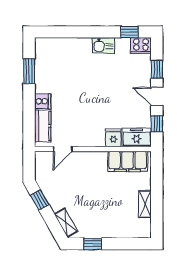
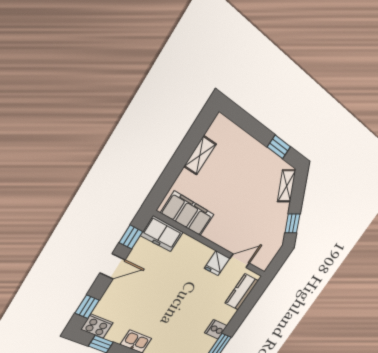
window: (157, 69) -> (87, 307), moved
door: (157, 96) -> (112, 266), hinge flipped
cooker: (43, 101) -> (216, 329), moved
fridge: (113, 138) -> (217, 263), moved

